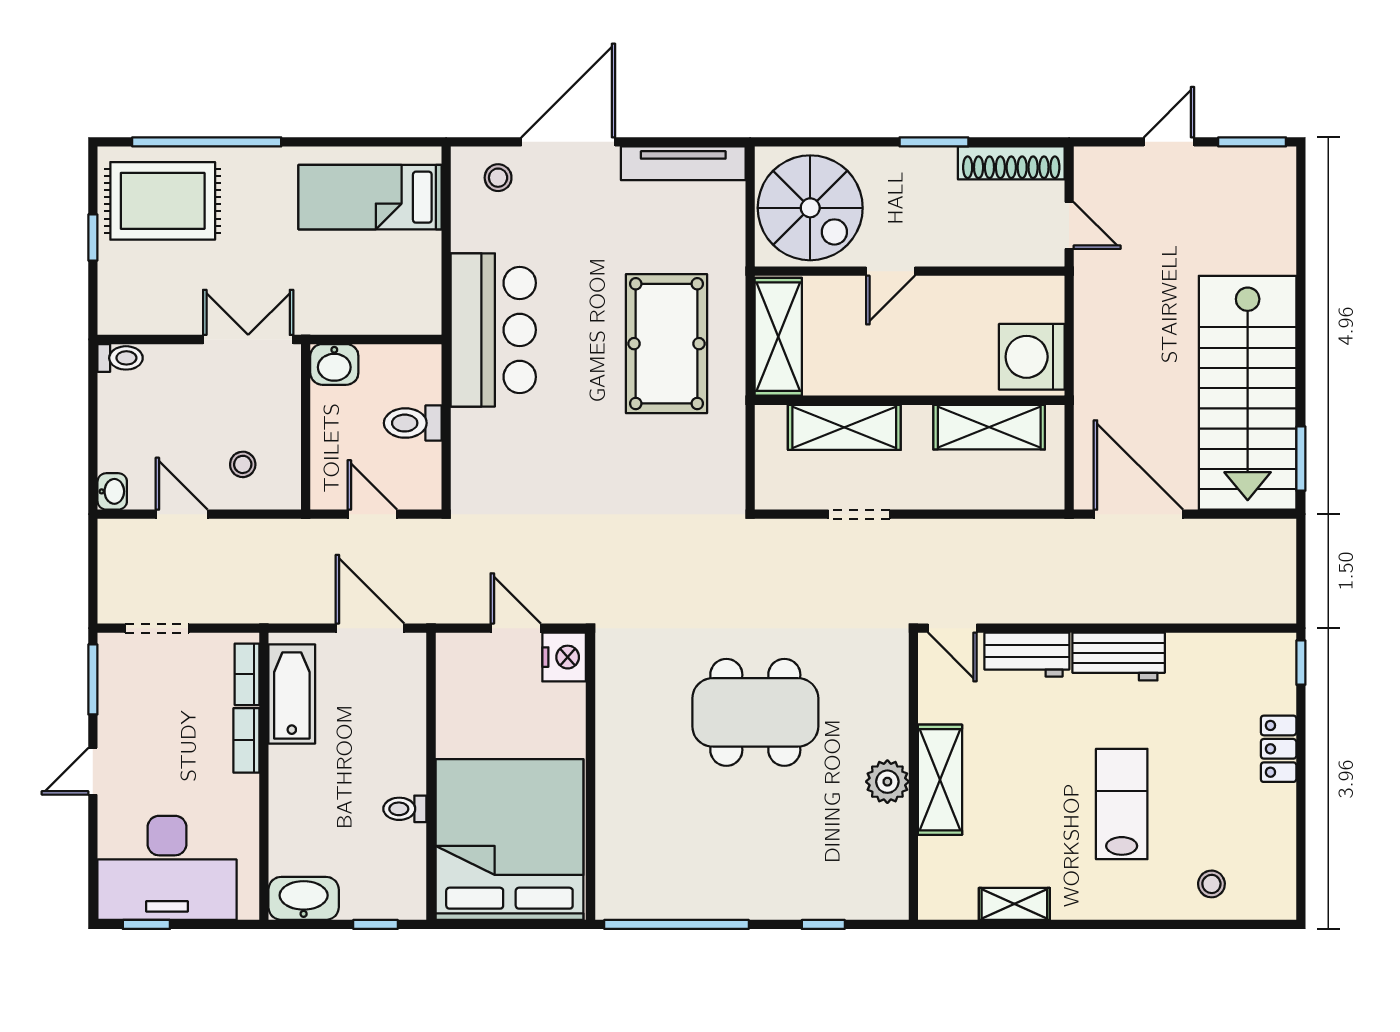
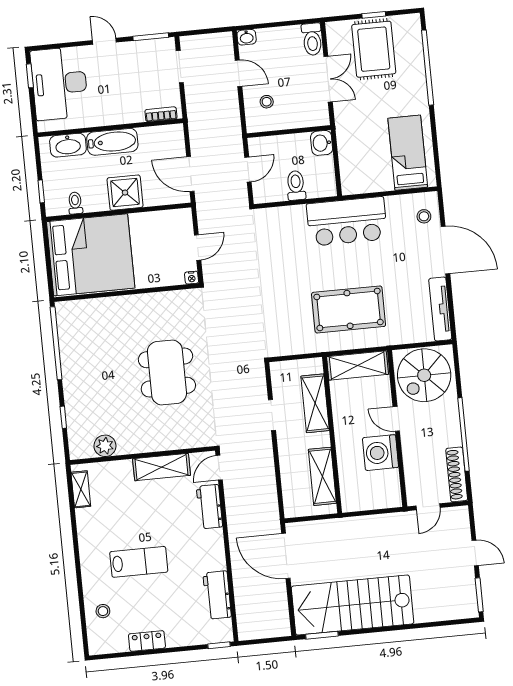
window: (934, 142) -> (463, 434), width x2.11
rug: (163, 201) -> (374, 49), moved
double door: (248, 339) -> (328, 79), moved
washing machine: (1032, 357) -> (380, 453), moved, turned -90
toilet: (120, 358) -> (312, 39), width x1.37, depth x1.39
door: (182, 514) -> (239, 73), hinge flipped
door: (1138, 514) -> (286, 556), swing flipped
door: (370, 628) -> (190, 174), swing flipped
nightstand: (564, 657) -> (192, 278), width x0.53, depth x0.56
workbench: (1119, 657) -> (217, 595), moved
bathtub: (292, 694) -> (112, 142), moved
bookcase: (246, 740) -> (128, 117), removed
locker: (1279, 749) -> (147, 641), moved
shower: (394, 760) -> (125, 193), added
shelving: (940, 780) -> (162, 467), moved
plant: (887, 782) -> (105, 446), moved
toilet: (405, 809) -> (75, 203), moved
washbasin: (304, 898) -> (68, 145), moved, turned 90
shelving: (1014, 904) -> (81, 489), moved

